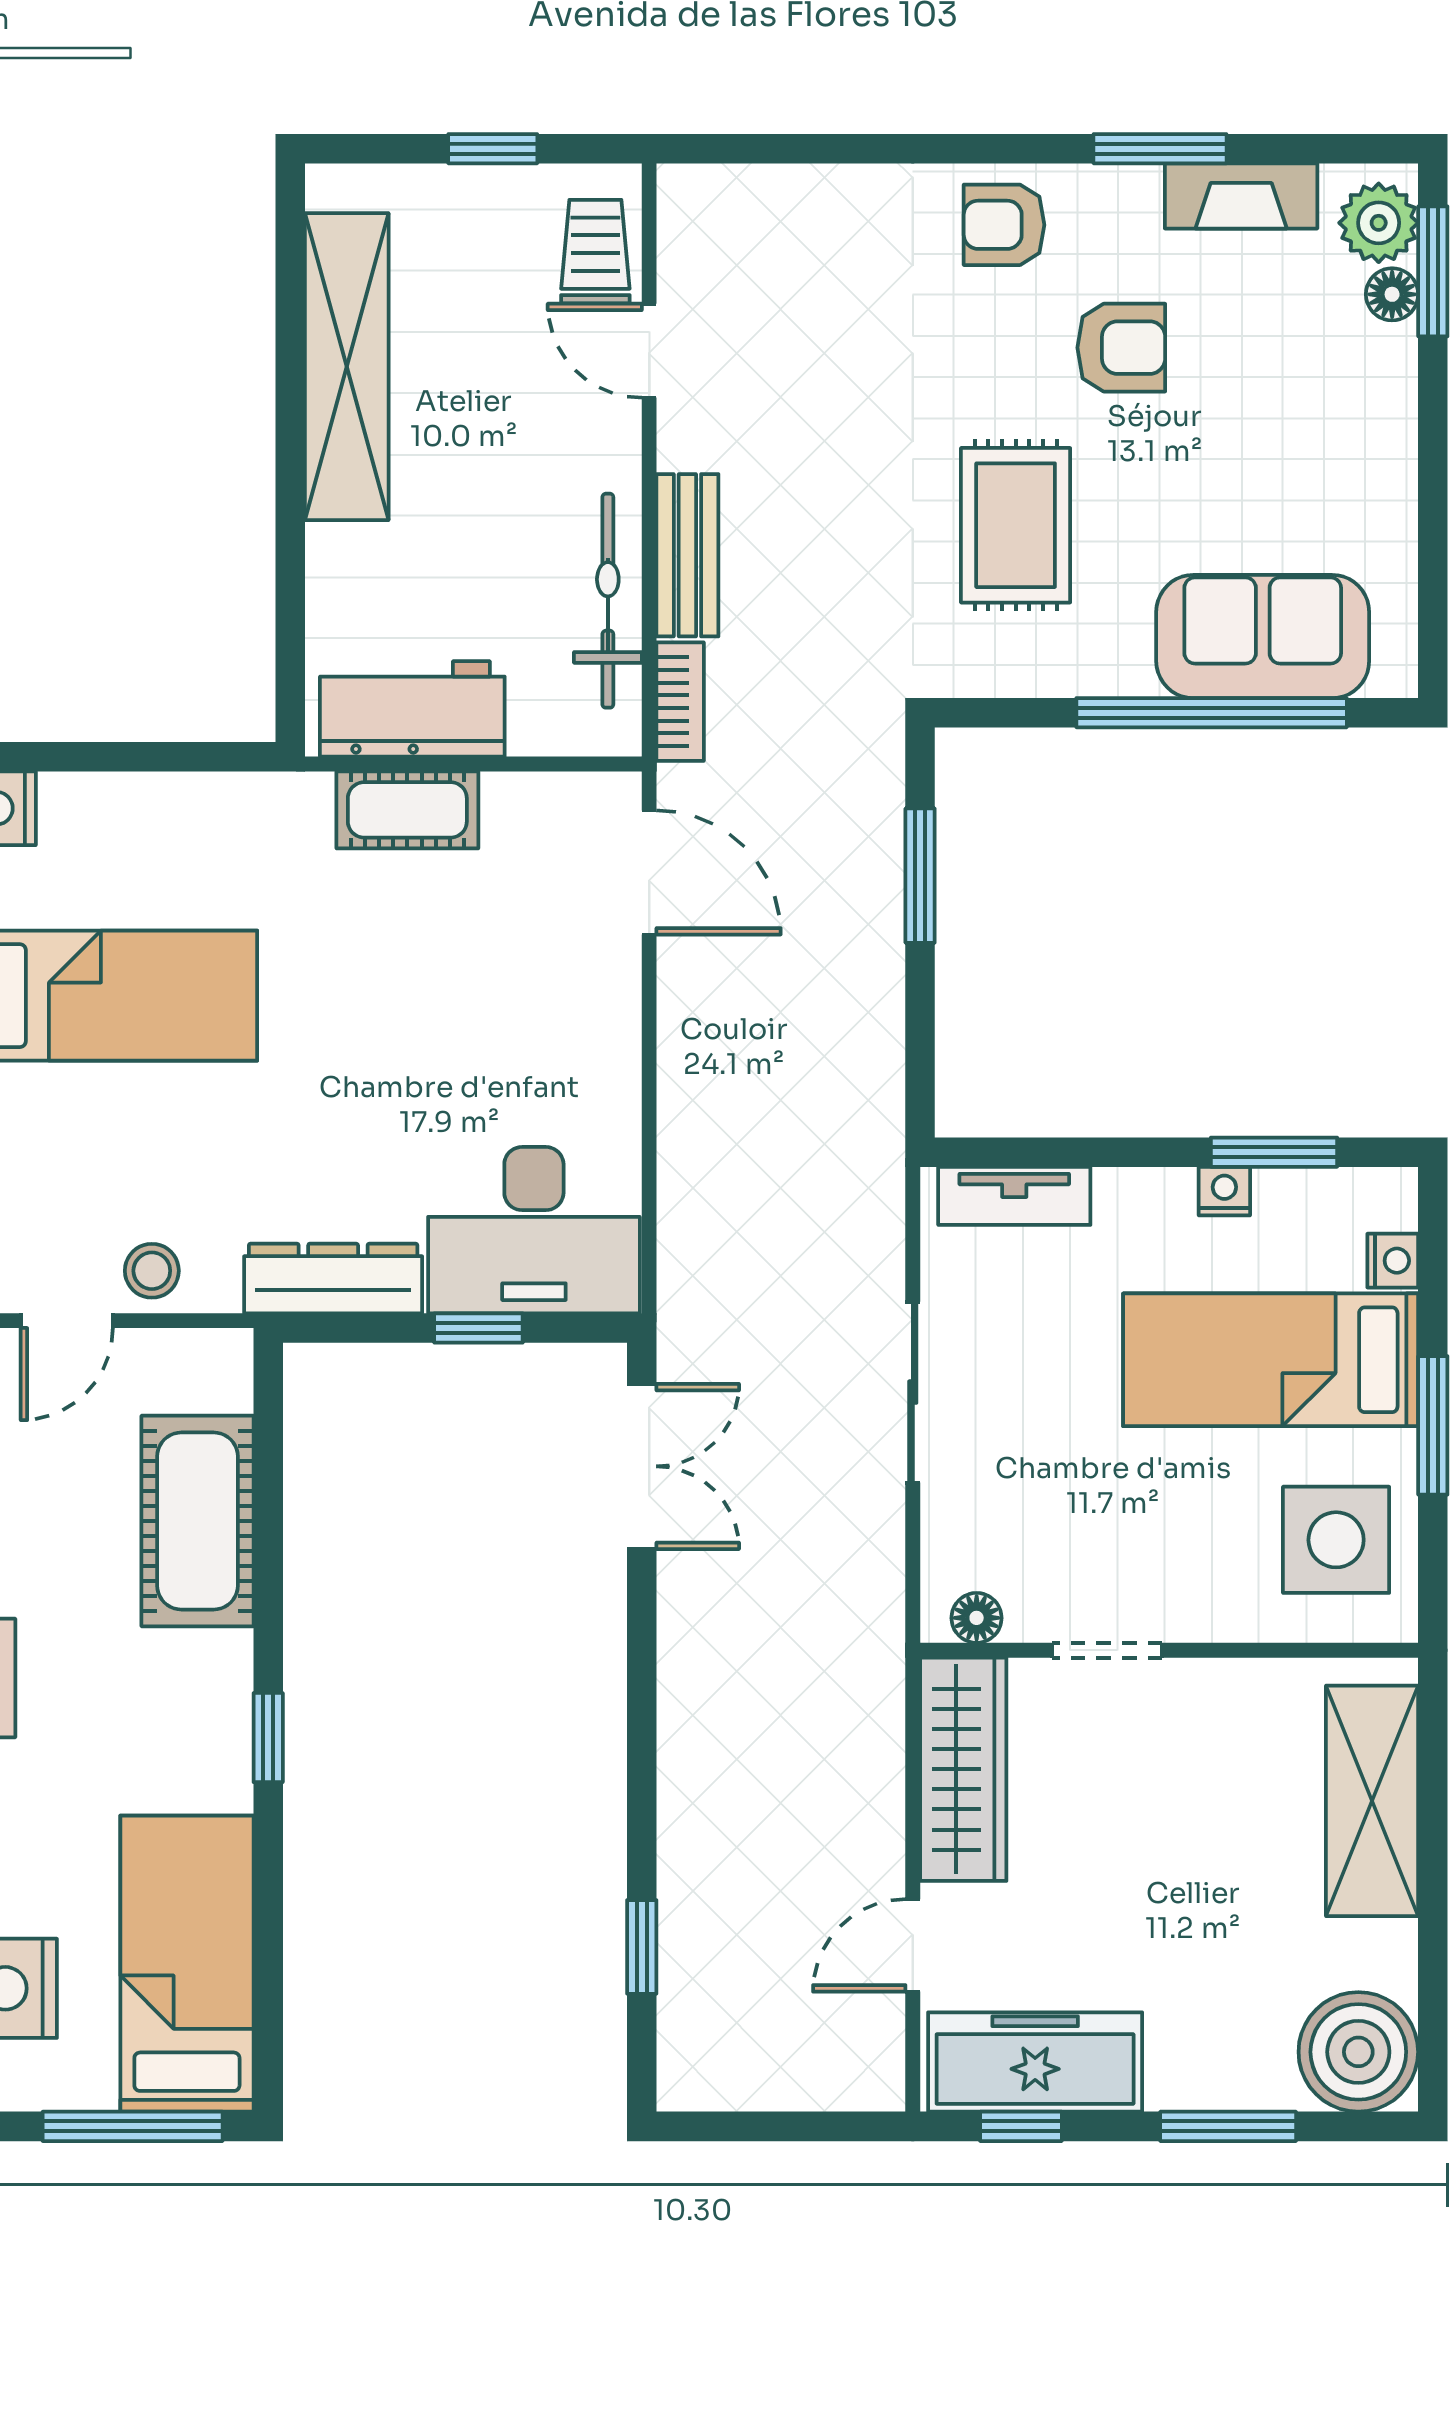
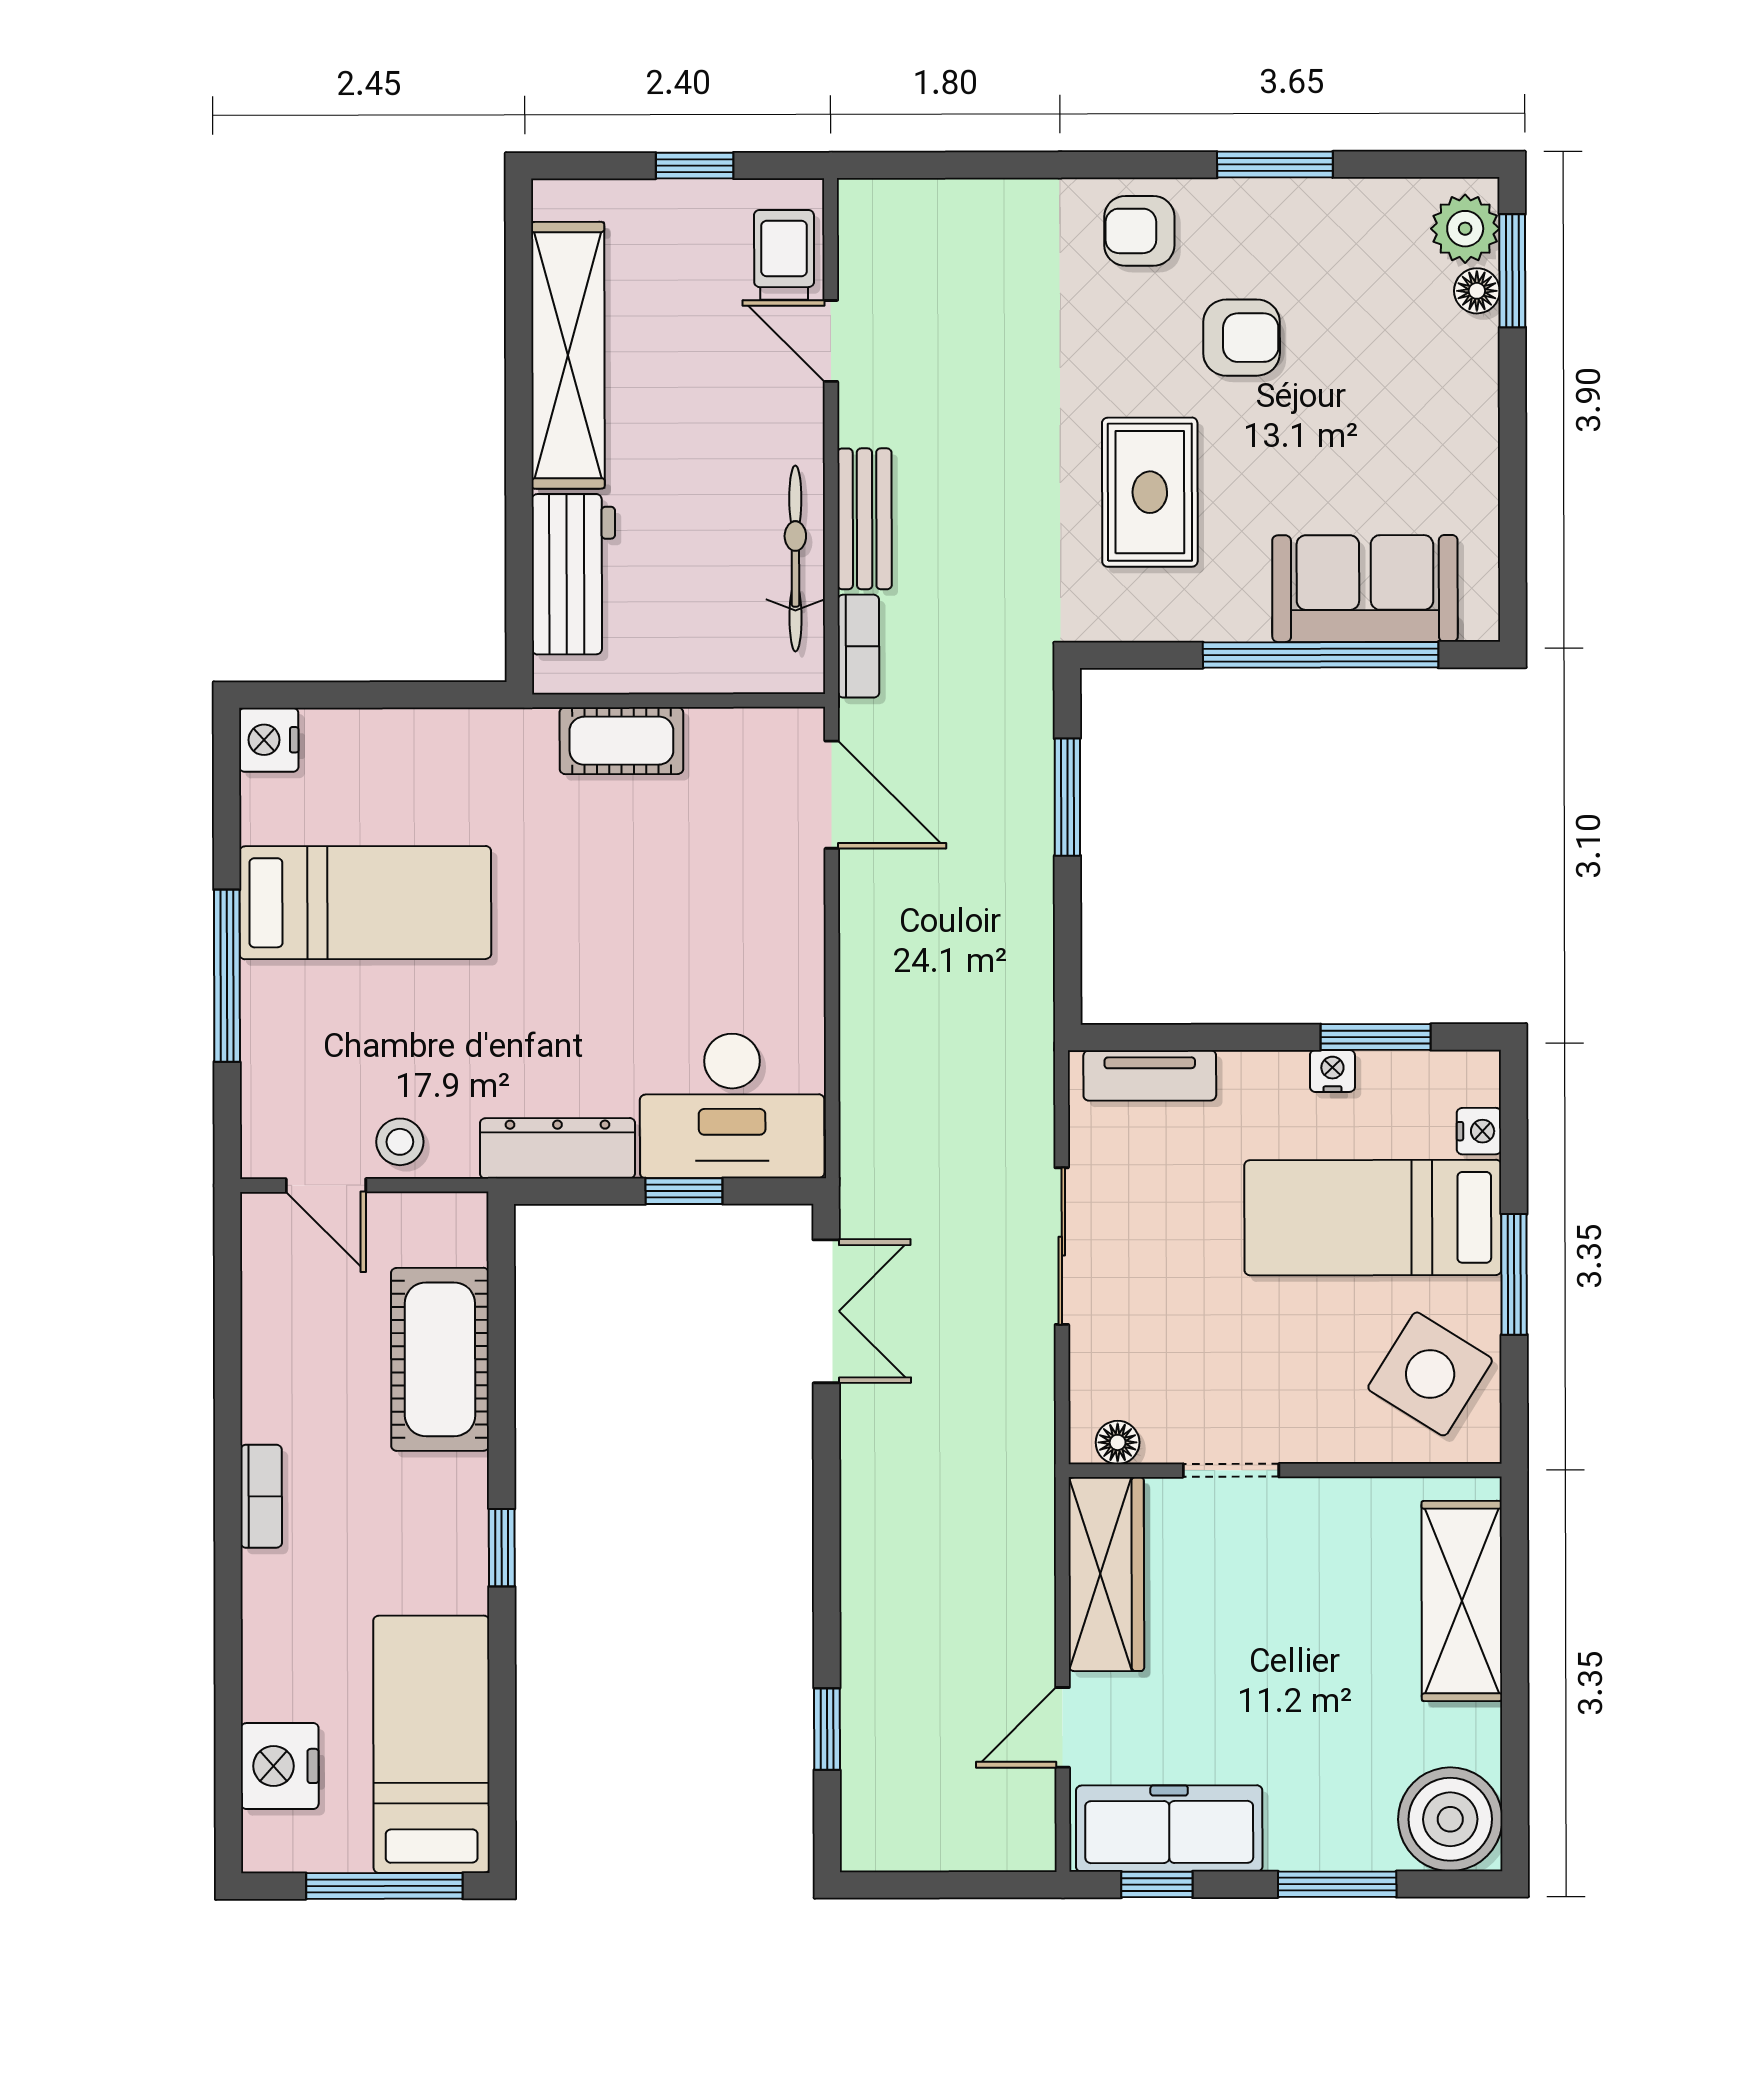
fireplace: (1241, 196) -> (1345, 206), removed
workbench: (412, 709) -> (573, 574), moved, turned 90
door: (67, 1321) -> (326, 1185), hinge flipped
side table: (1336, 1540) -> (1430, 1374), turned 32

